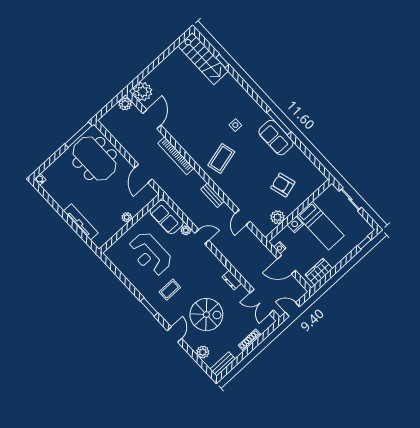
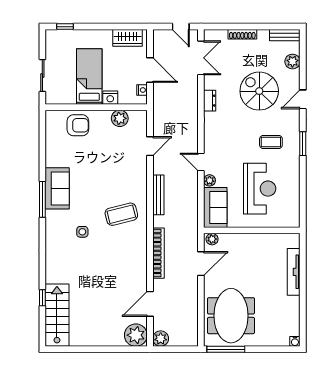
armchair: (283, 185) -> (78, 125), moved, turned -74
bench: (212, 195) -> (158, 195), width x1.36
plant: (127, 217) -> (212, 239), moved

